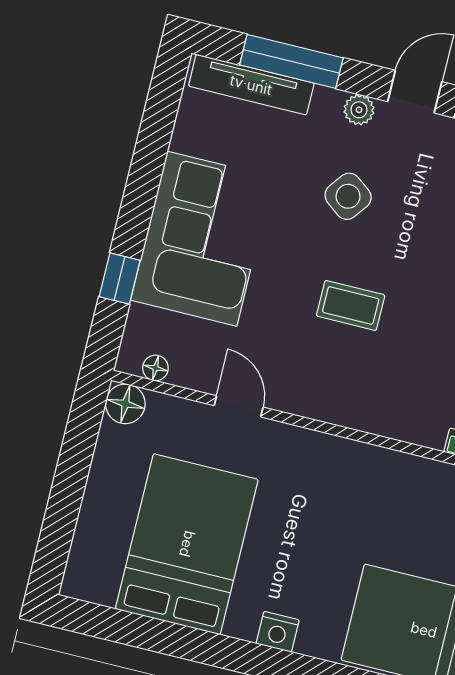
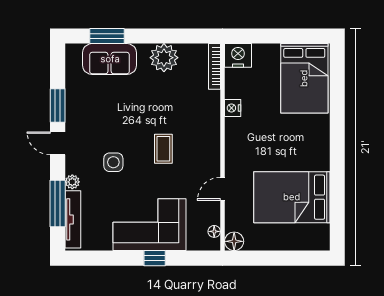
plant: (359, 110) -> (72, 182), moved
side table: (348, 196) -> (113, 162), turned -37
window: (120, 279) -> (155, 258), moved
nightstand: (278, 632) -> (233, 108), moved, turned 180

